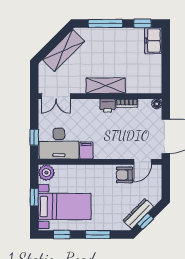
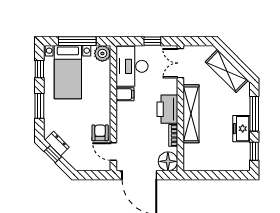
freezer: (153, 41) -> (241, 129), moved, turned -90
shelving: (106, 86) -> (191, 114), width x1.47
floor lamp: (157, 104) -> (168, 161), width x1.89, depth x1.89
printer: (108, 106) -> (167, 109), width x1.87, depth x1.48
window: (34, 137) -> (152, 41), moved
window: (34, 197) -> (77, 41), width x2.17
dresser: (138, 214) -> (57, 144), width x0.70

